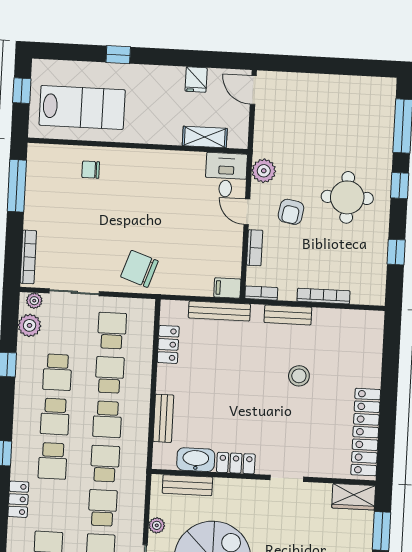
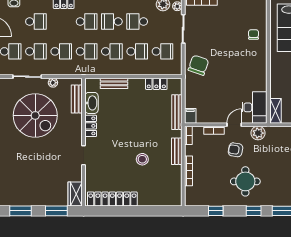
shelving: (205, 137) -> (276, 111), moved
desk: (226, 175) -> (255, 107), width x1.37
school desk: (107, 419) -> (112, 51), turned 180
school desk: (53, 461) -> (87, 22), turned 180

